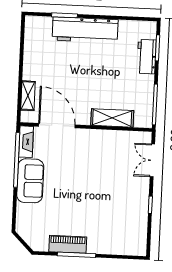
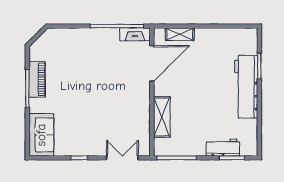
sofa: (30, 181) -> (41, 135), moved, turned -90

